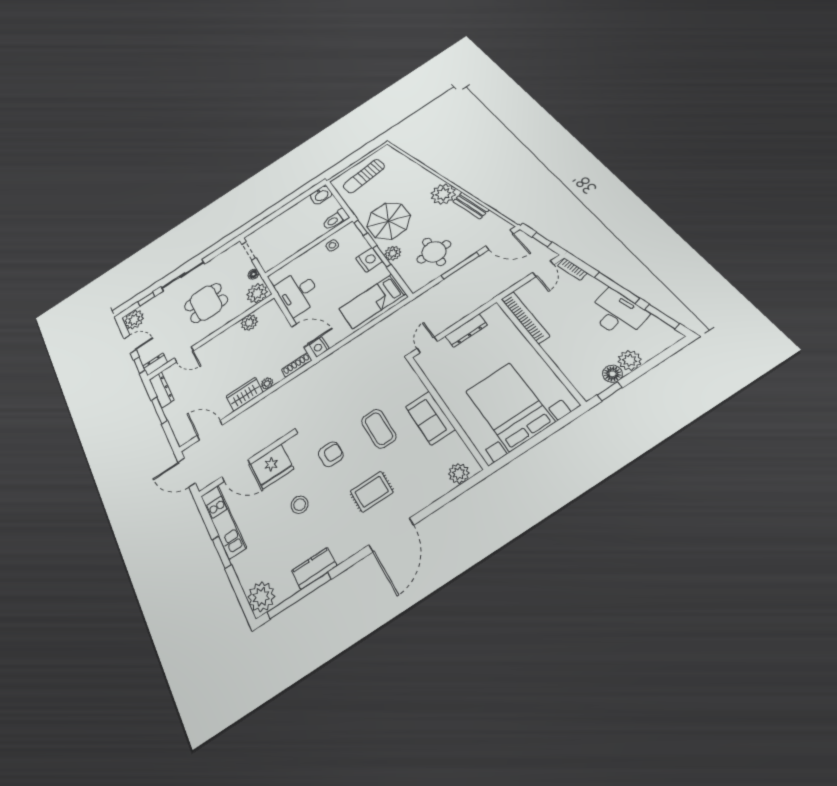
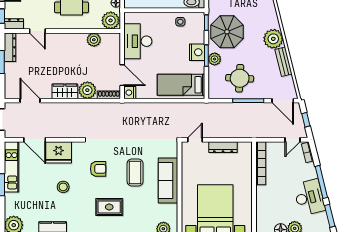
plant: (267, 383) -> (87, 90), width x1.87, depth x1.87
sofa: (430, 418) -> (168, 180), width x1.36

